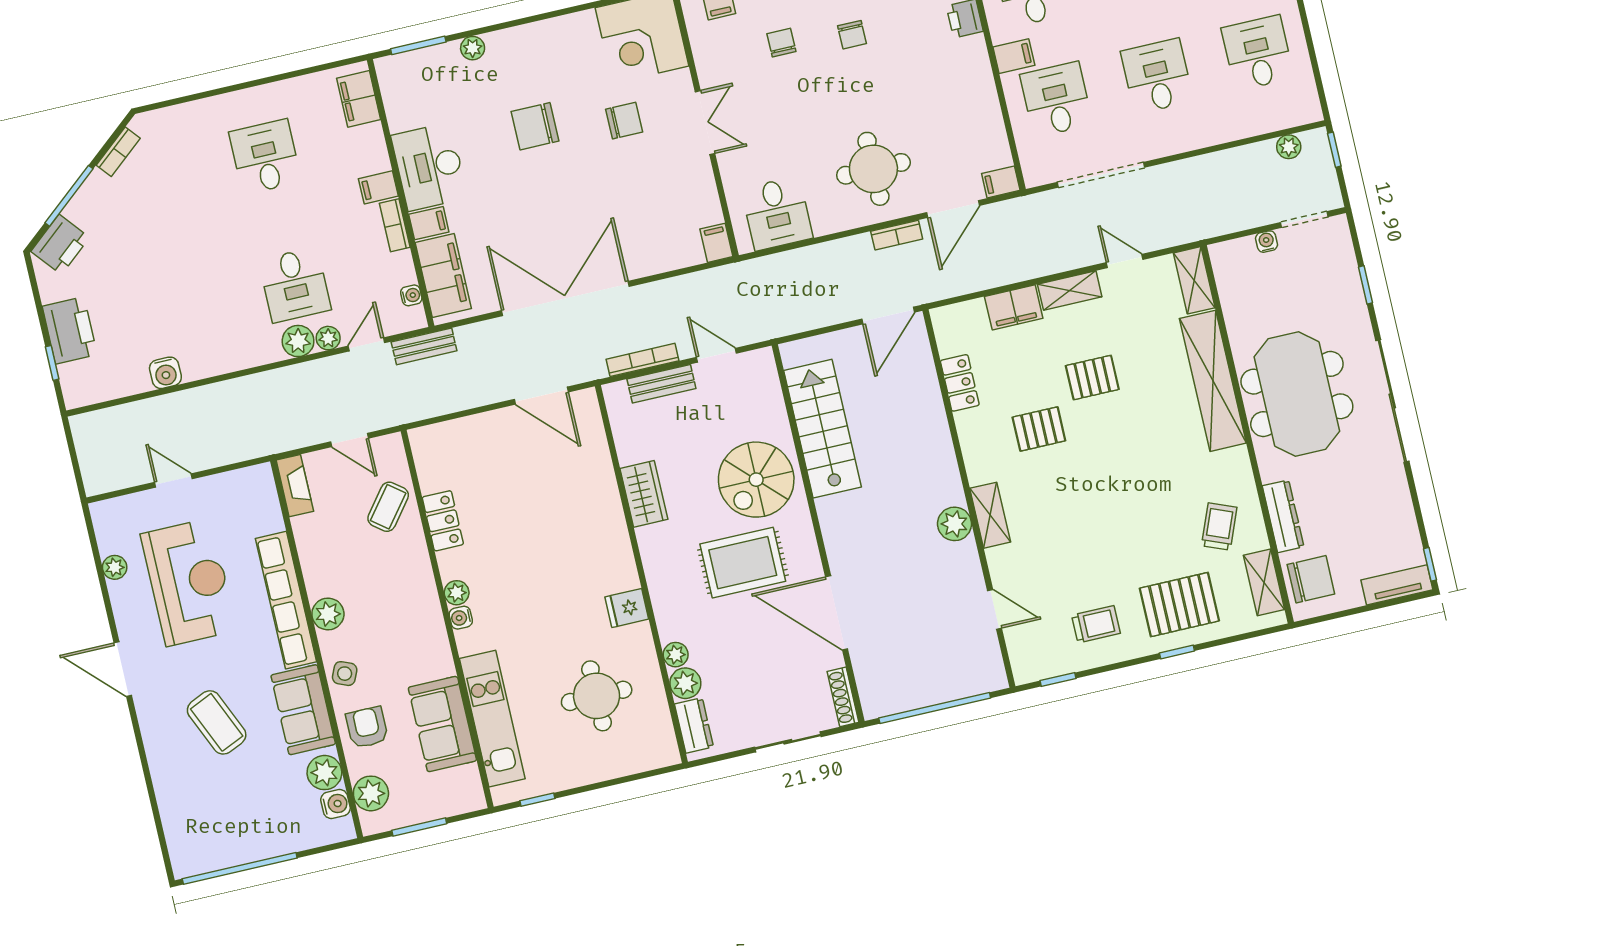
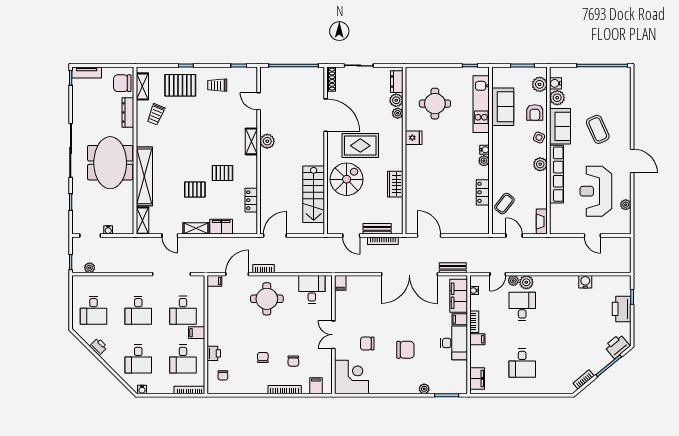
bench: (424, 346) -> (453, 268), moved

